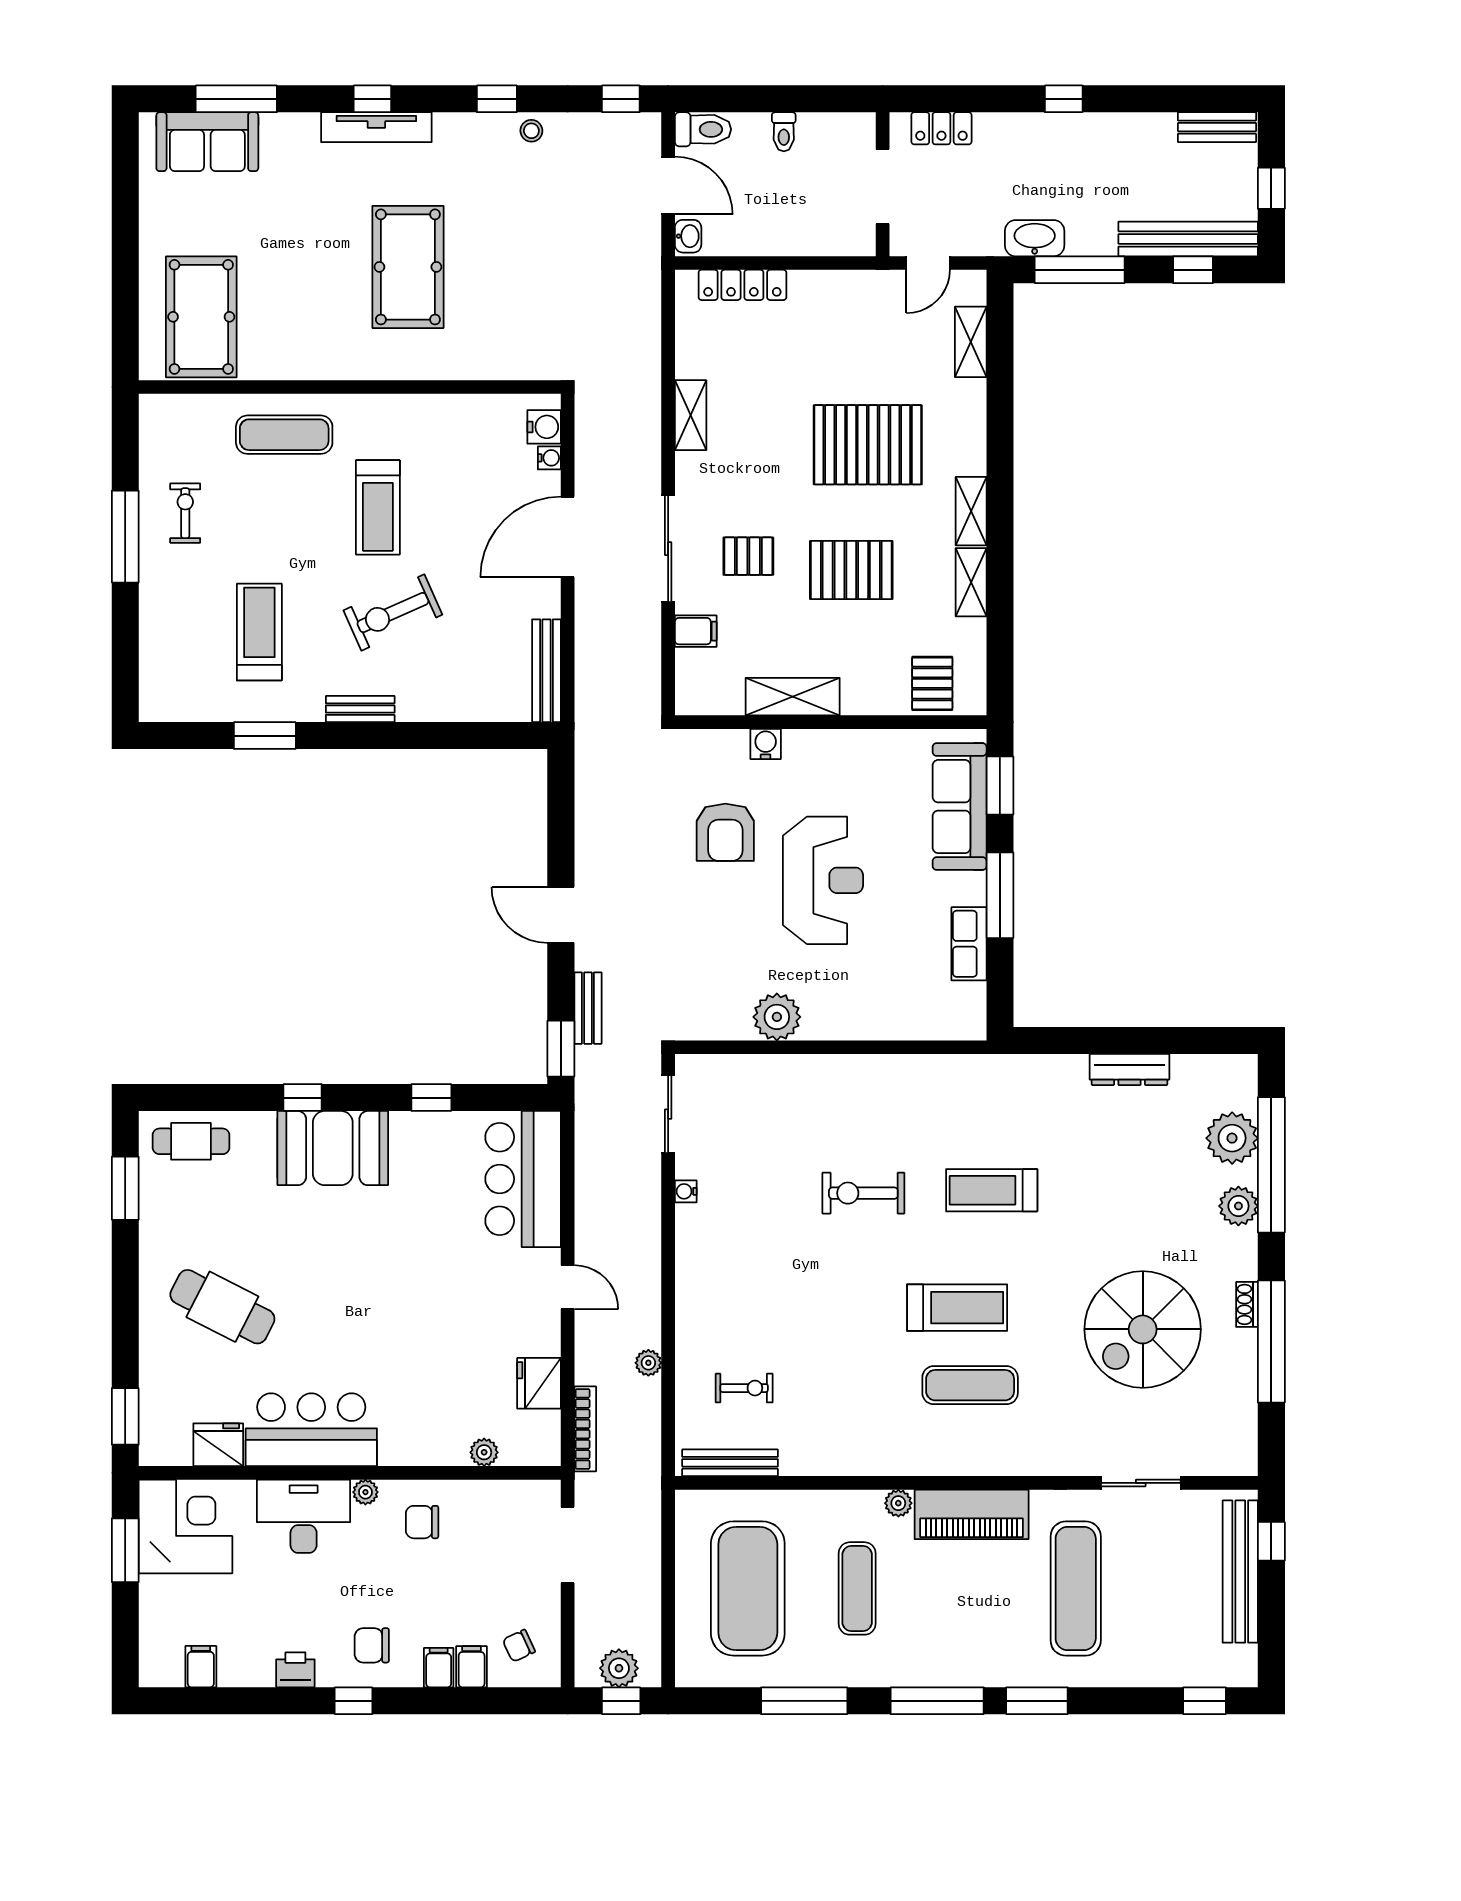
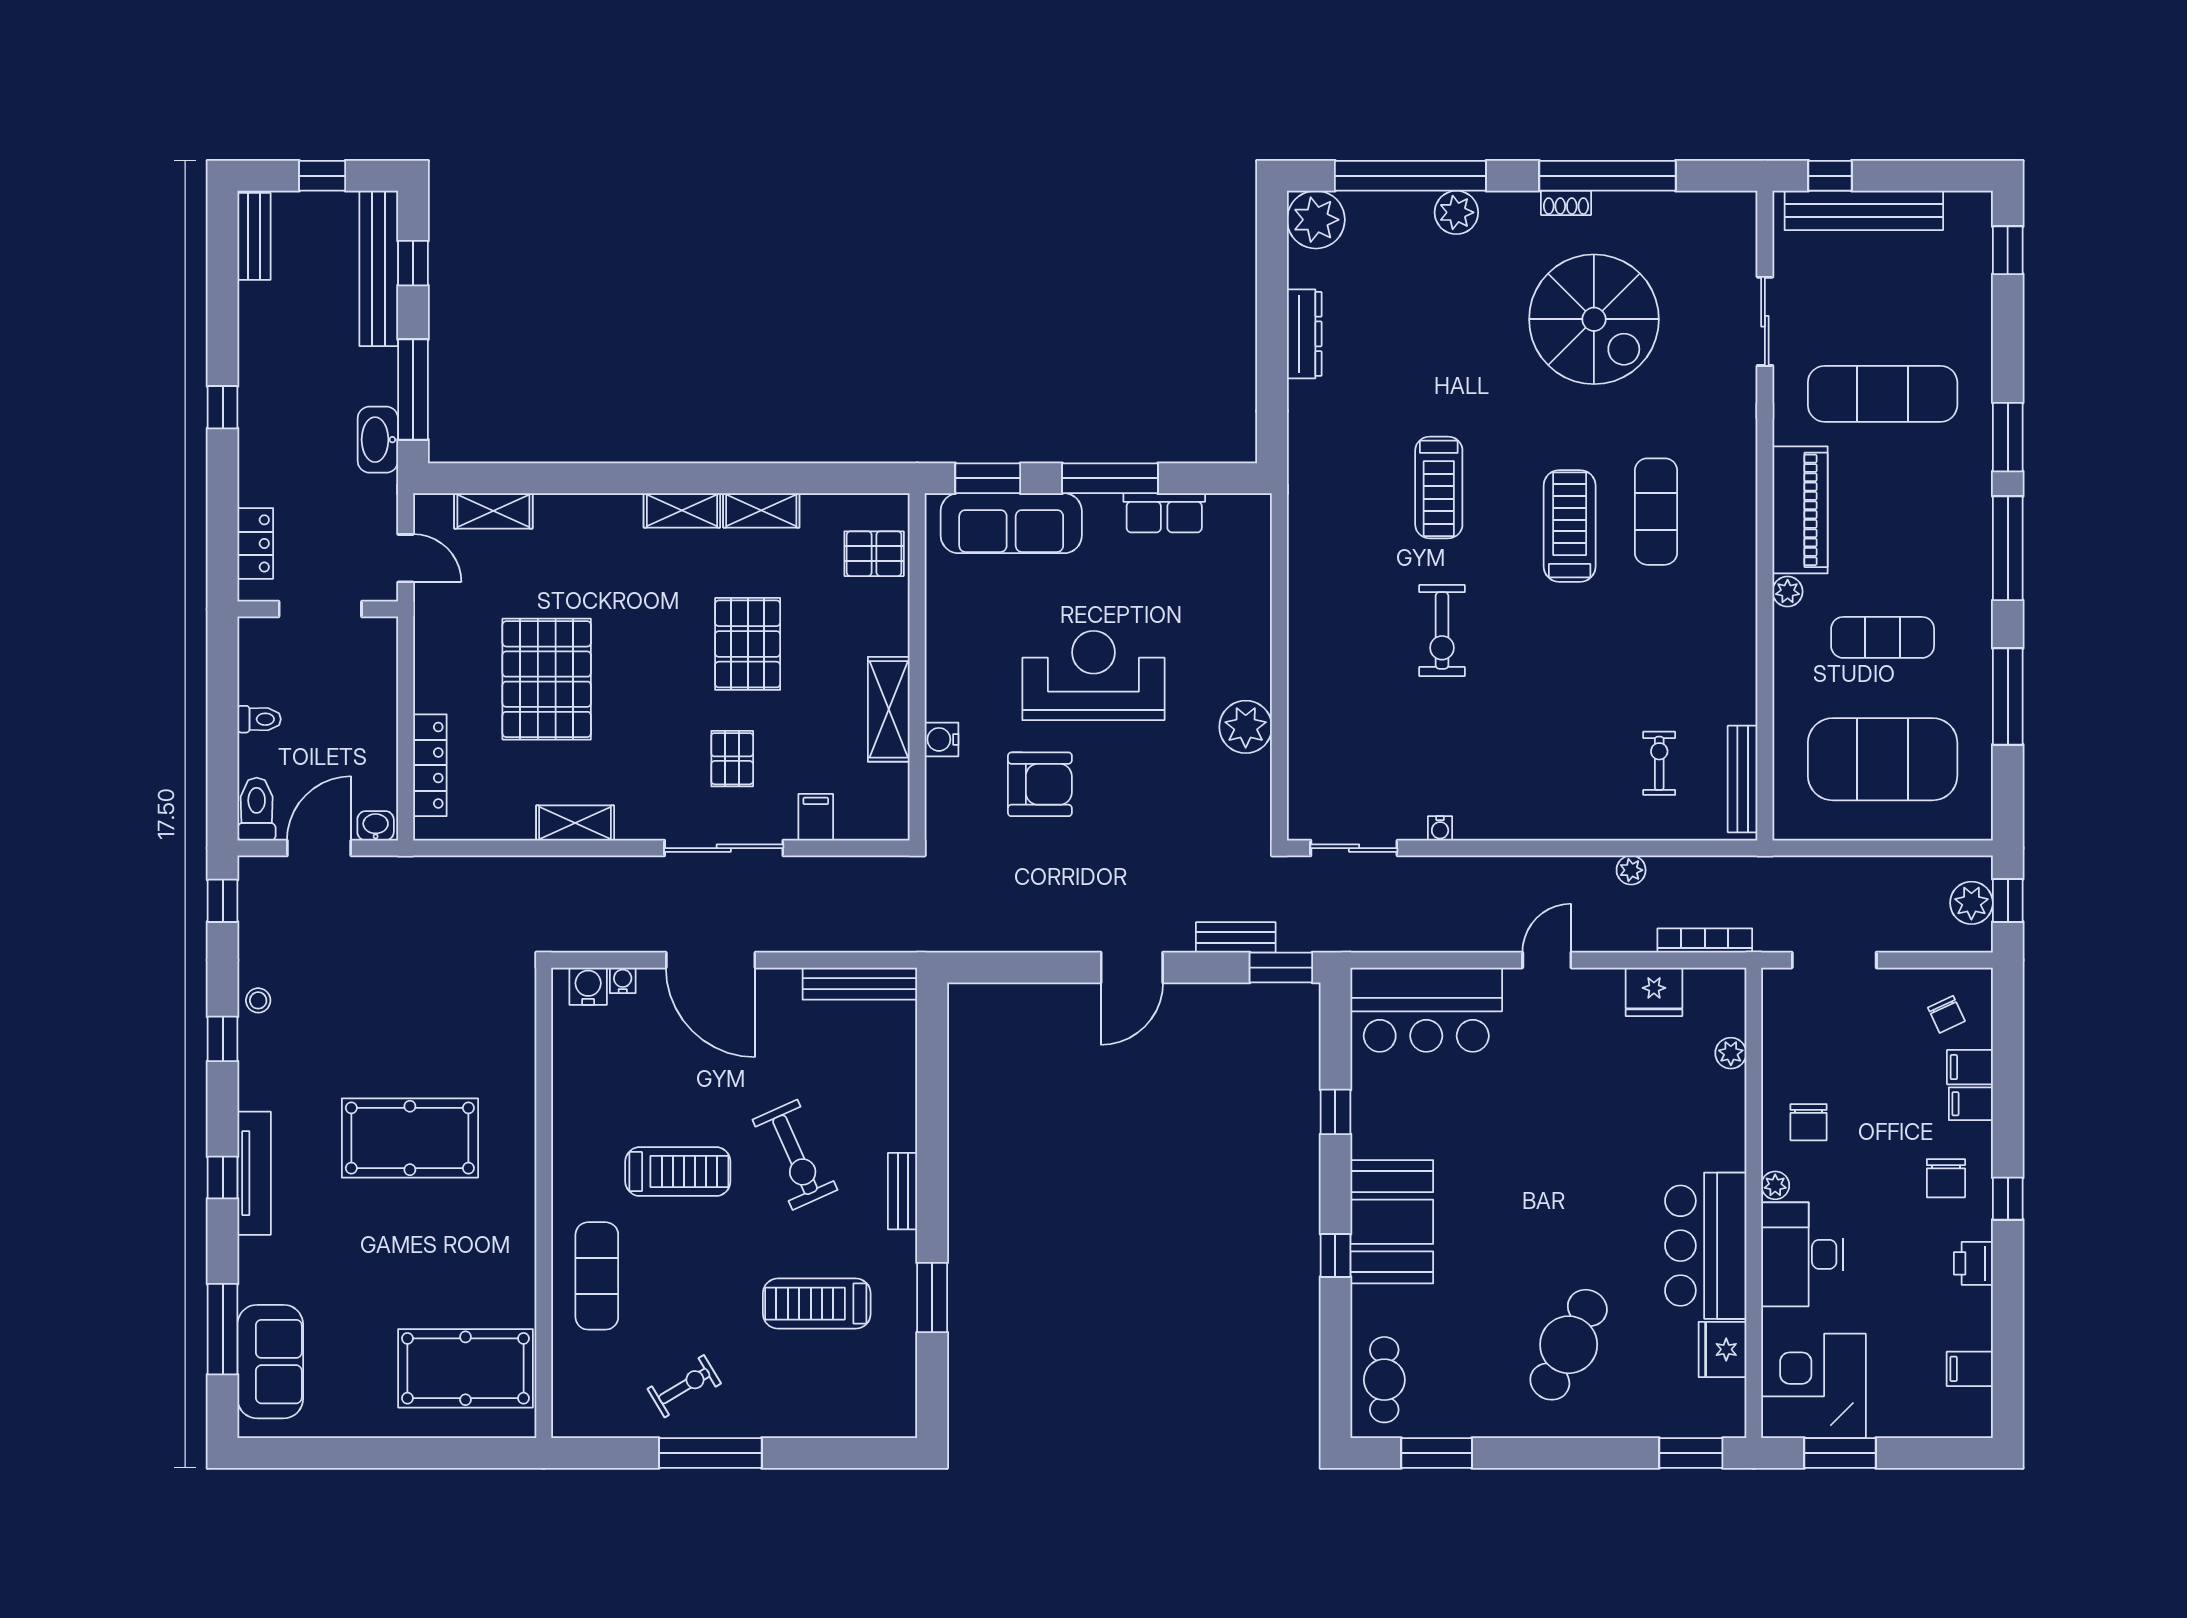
pallet: (868, 445) -> (547, 679), moved
exercise bike: (185, 513) -> (684, 1386), turned 149
plant: (1232, 1138) -> (1316, 220), moved

